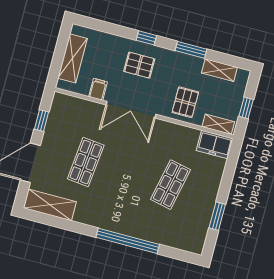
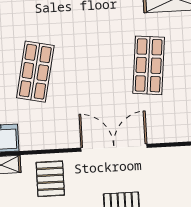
filing cabinet: (98, 89) -> (163, 160), removed

